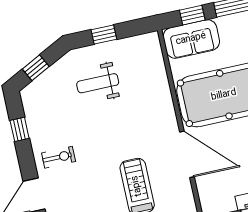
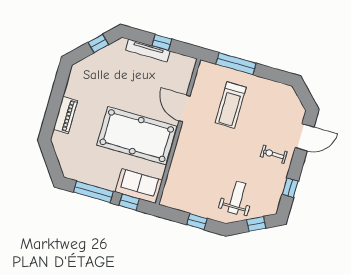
weight bench: (98, 83) -> (237, 198), moved, turned -90
door: (187, 154) -> (185, 109), width x0.73

